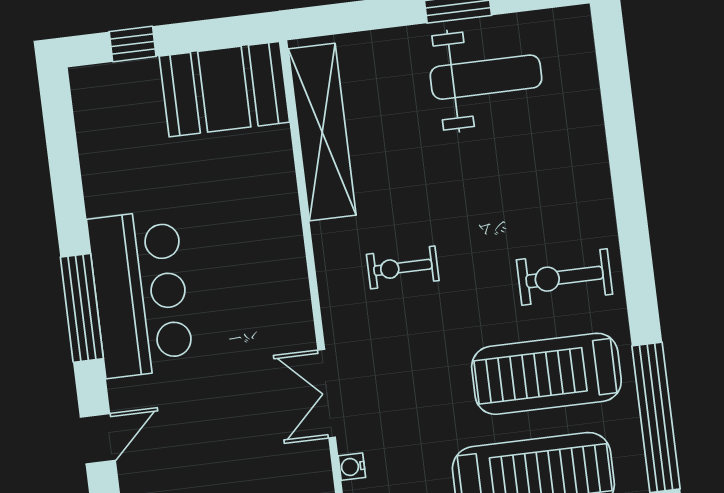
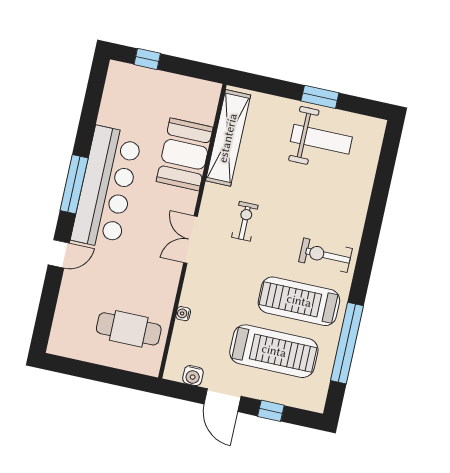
booth: (224, 89) -> (185, 154), moved, turned 90
exercise bike: (403, 267) -> (245, 221), turned 90
bar counter: (140, 294) -> (106, 188), width x1.36
double door: (327, 394) -> (190, 240), moved

